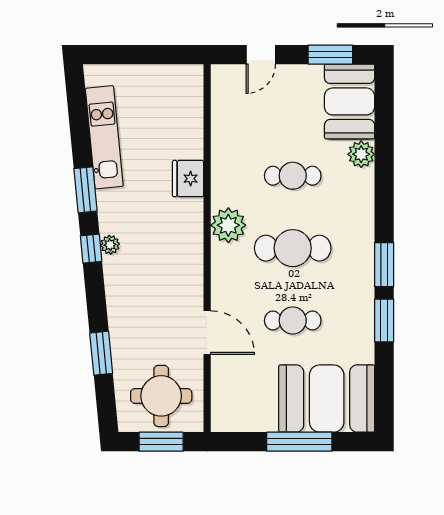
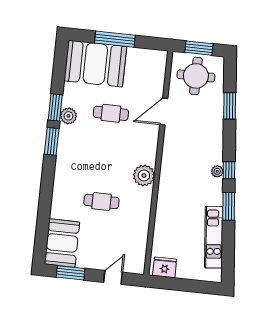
plant: (361, 154) -> (68, 116), moved
fridge: (188, 179) -> (165, 267), moved, turned -90
cafe table: (293, 248) -> (106, 157), removed
door: (207, 333) -> (164, 111), hinge flipped

